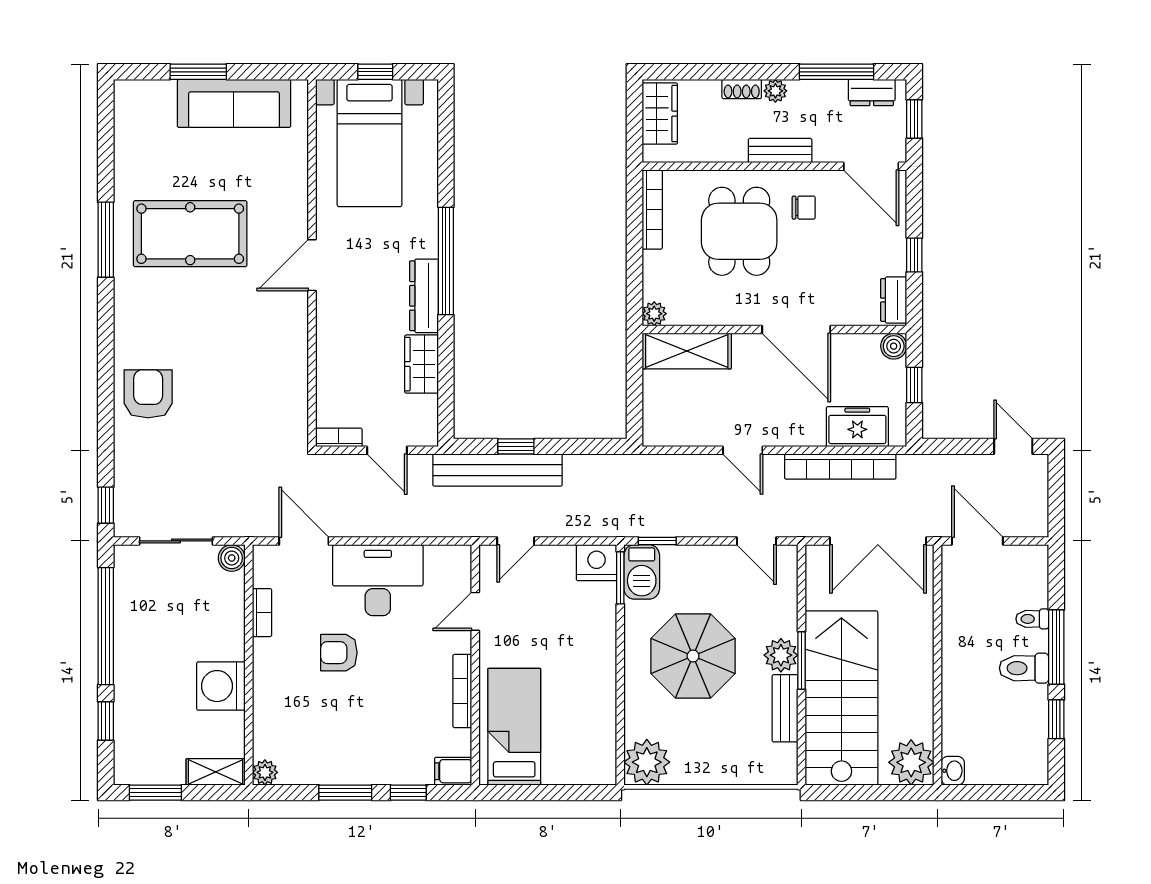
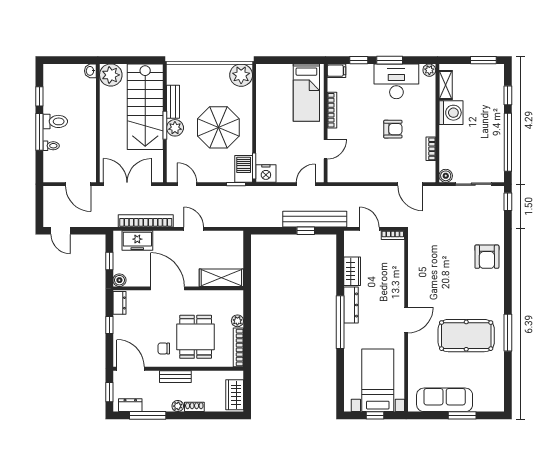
plant: (654, 314) -> (237, 321), moved
desk: (378, 580) -> (396, 81), moved, turned 180
shelving: (216, 772) -> (446, 85), moved, turned 90

